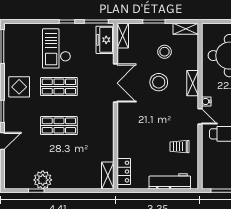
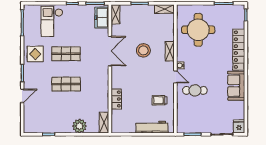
checkout: (57, 48) -> (52, 21), moved
stool: (164, 52) -> (148, 27), removed
locker: (124, 172) -> (116, 99), moved
plant: (43, 180) -> (80, 126), moved

